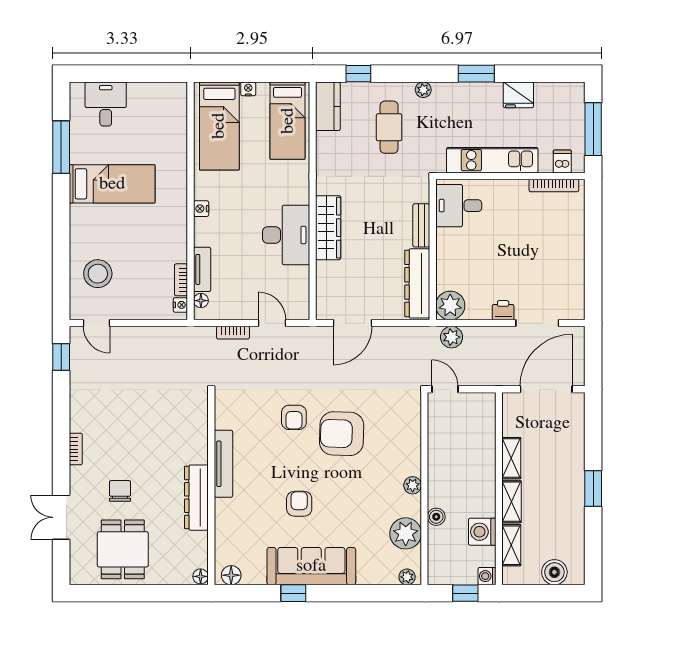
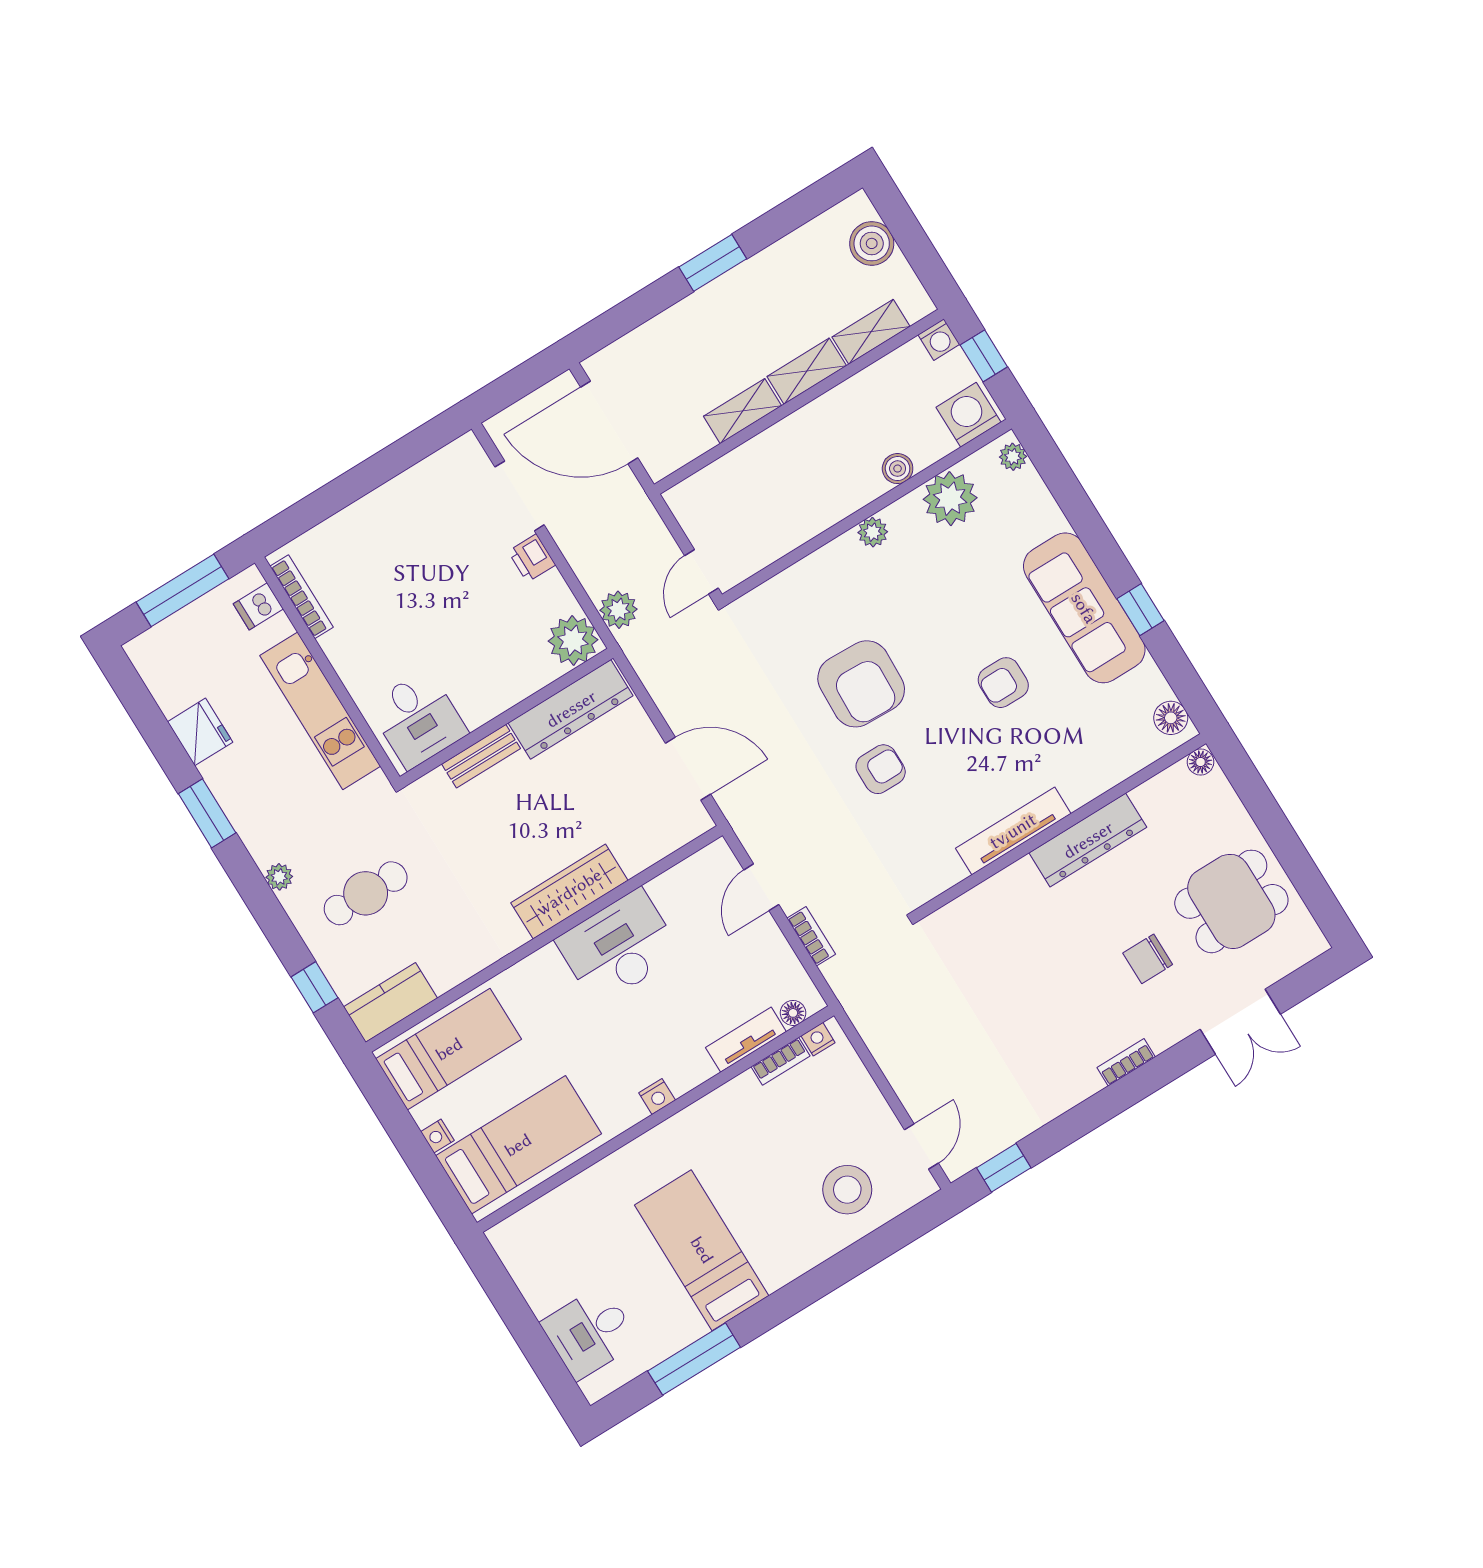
washing machine: (482, 532) -> (969, 415), moved, turned 180

